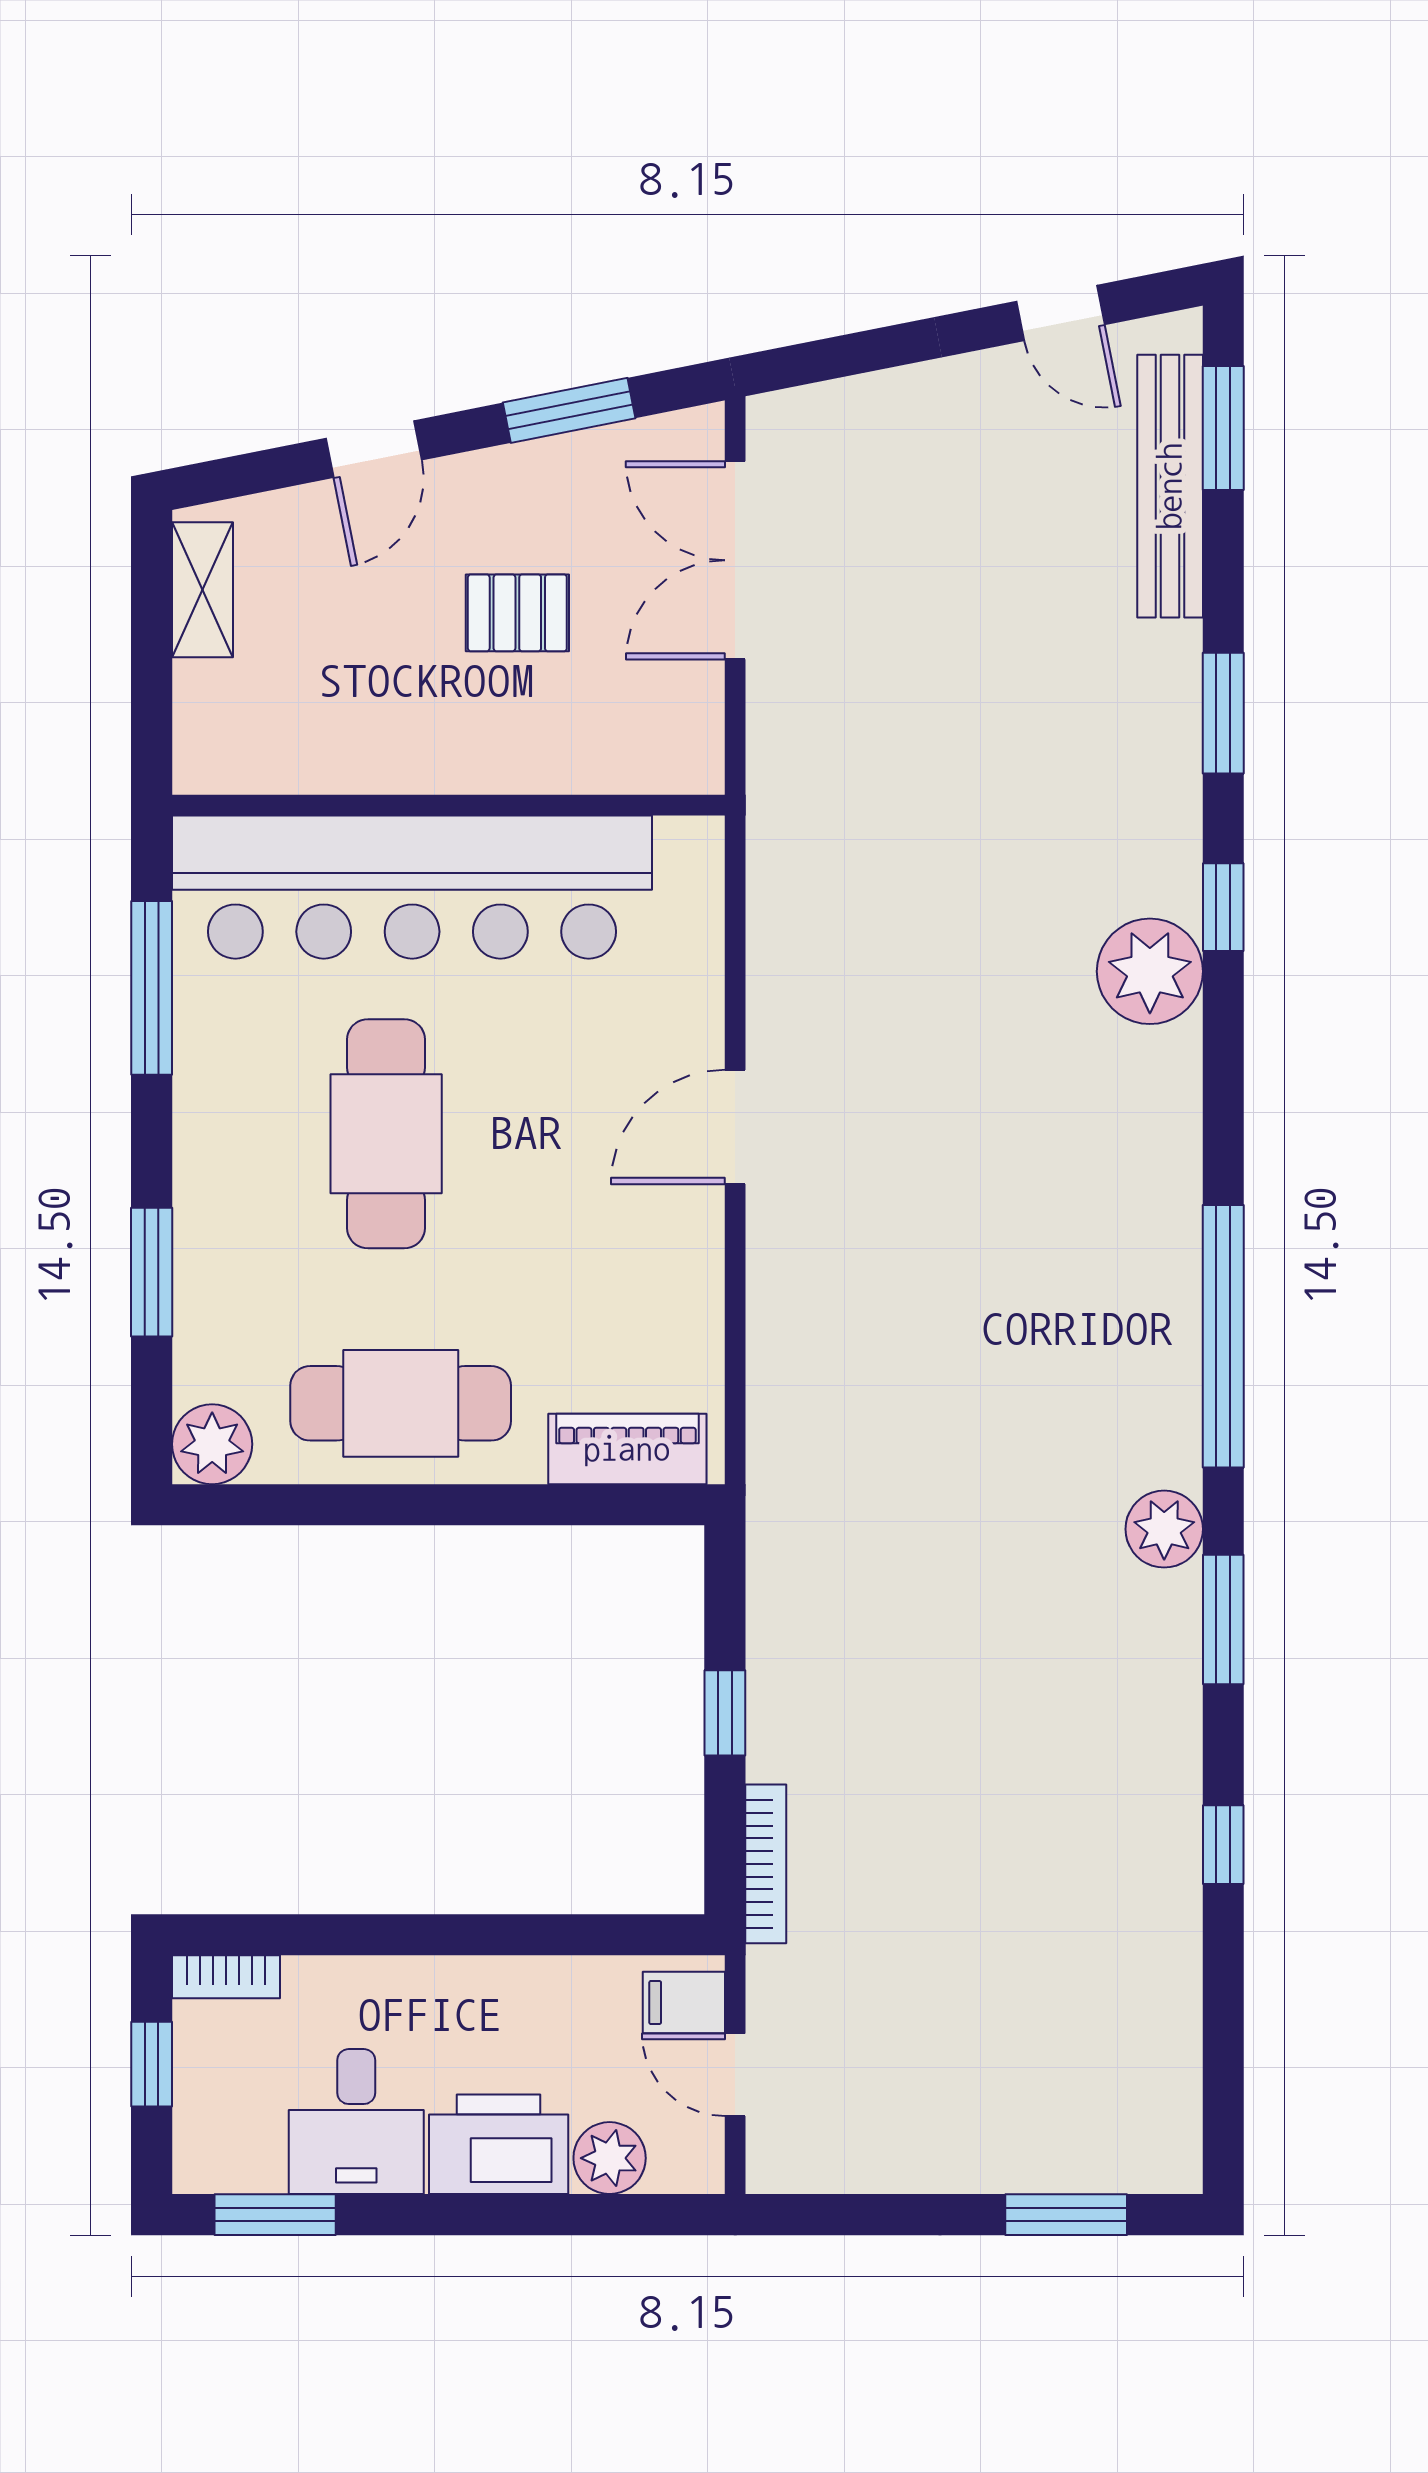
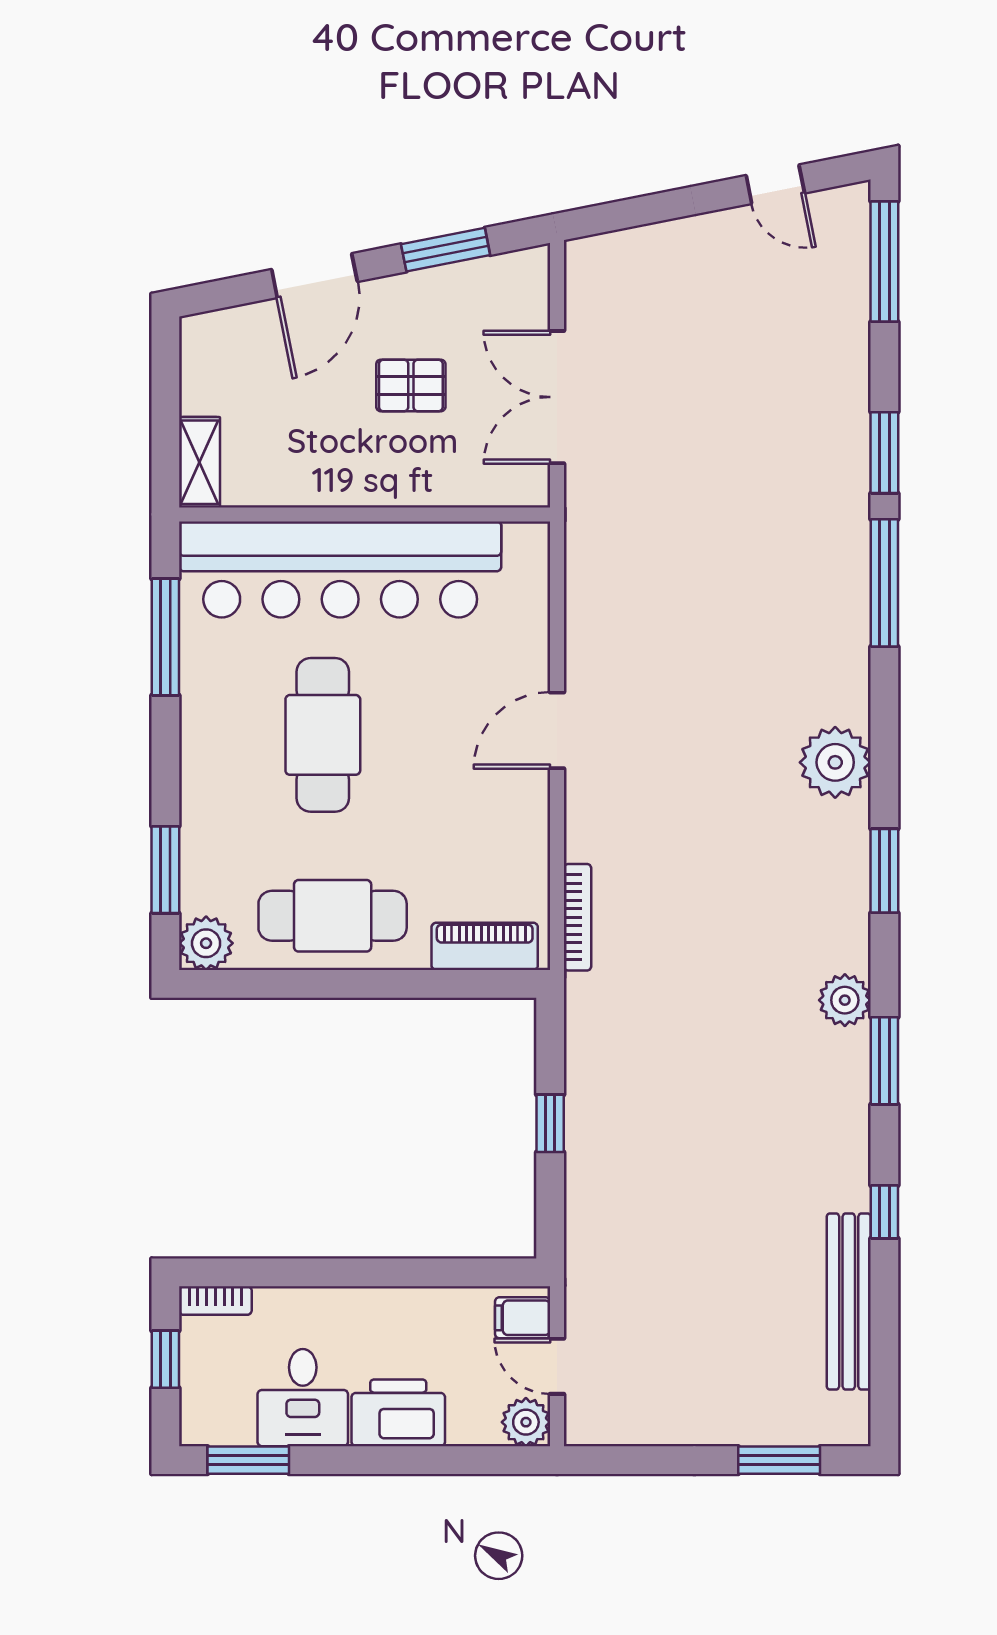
window: (1223, 428) -> (884, 261), width x1.44
door: (374, 449) -> (314, 276), width x1.38
bench: (1170, 486) -> (849, 1301), moved
double door: (735, 560) -> (557, 397), moved
shelving: (202, 590) -> (200, 462), moved
window: (1223, 907) -> (884, 583), width x2.17
plant: (1150, 971) -> (835, 762), moved
window: (152, 1272) -> (165, 870), moved
window: (1223, 1336) -> (884, 871), width x0.47
bookcase: (766, 1864) -> (578, 917), moved
plant: (610, 2158) -> (526, 1422), moved

